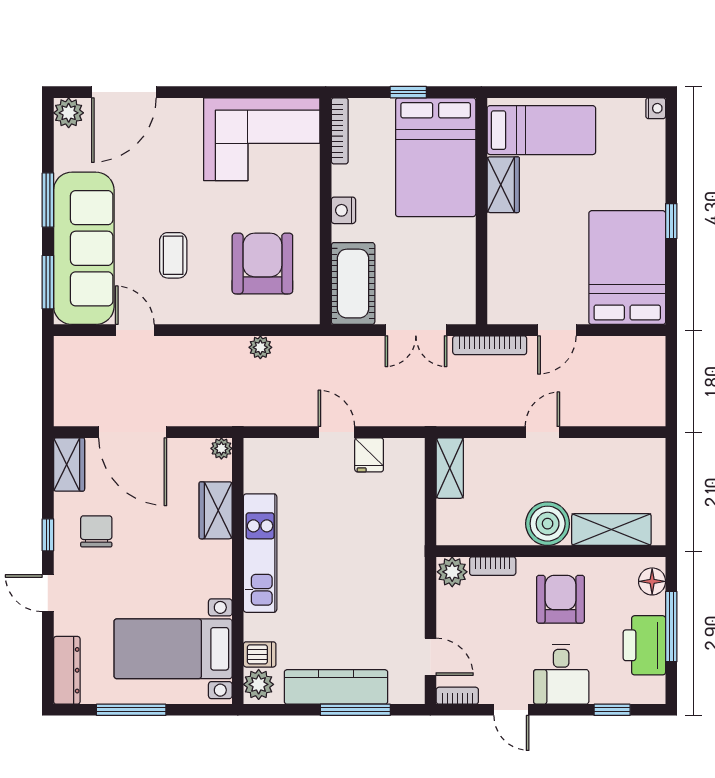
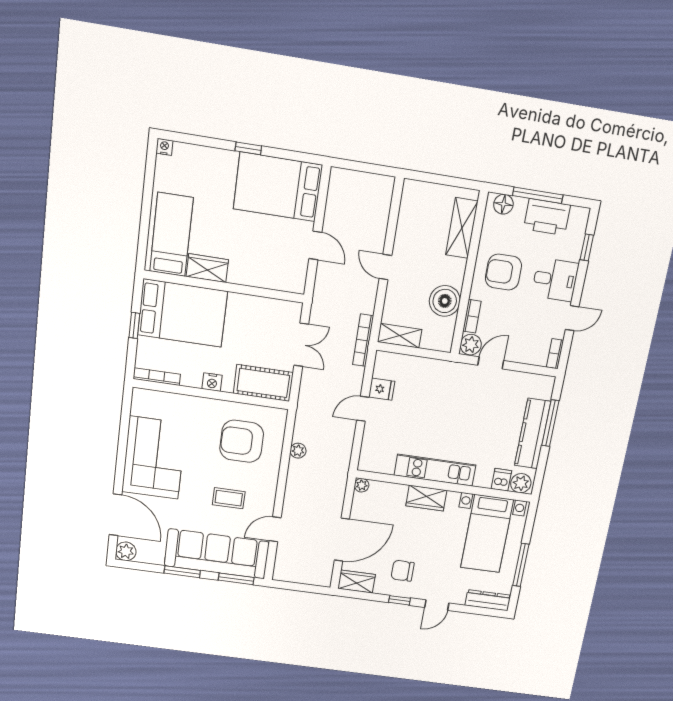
corner sofa: (262, 139) -> (154, 458), moved
bookcase: (490, 345) -> (363, 340), moved, turned 180
wardrobe: (216, 510) -> (426, 498), moved
boiler: (548, 524) -> (445, 301), moved
door: (430, 657) -> (491, 363), moved

